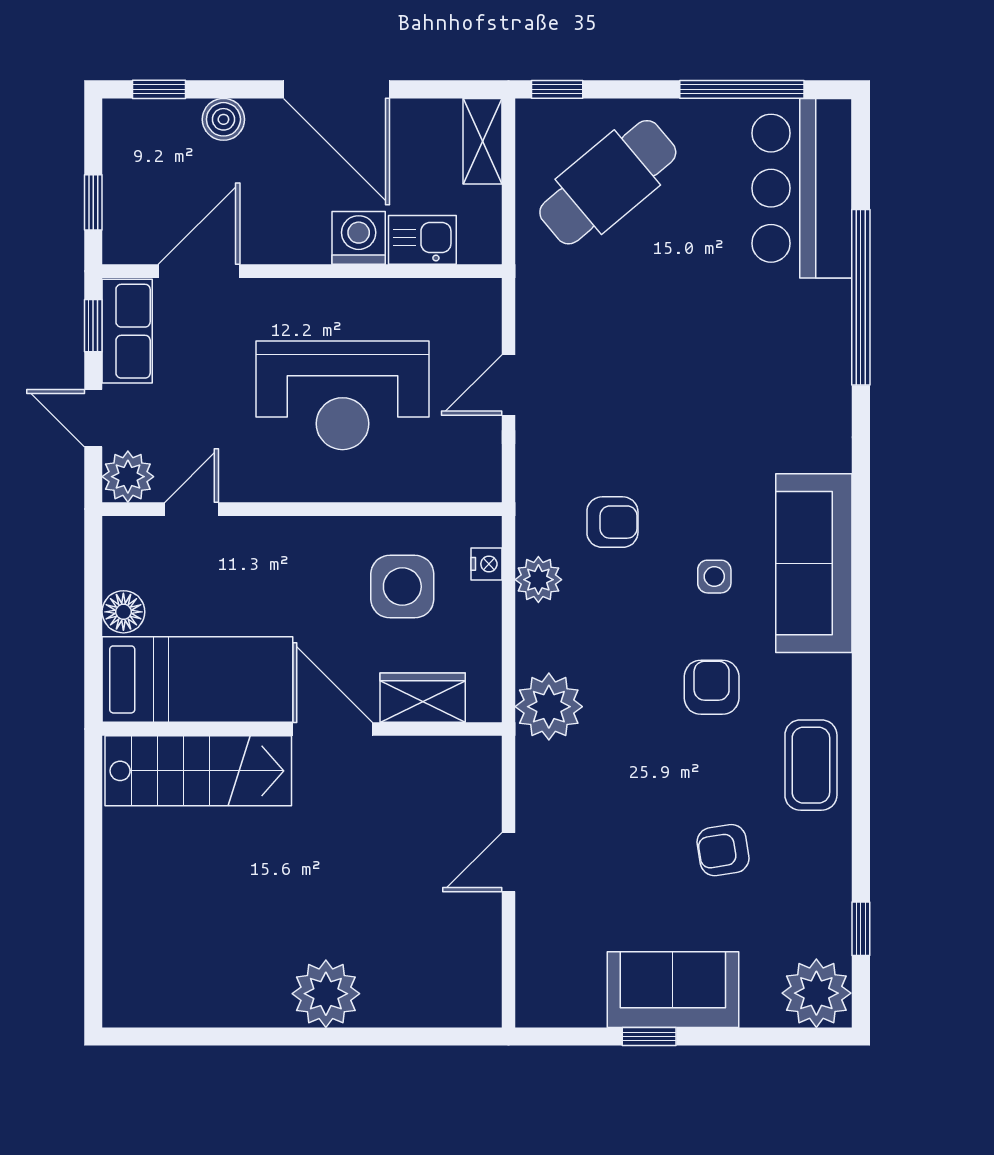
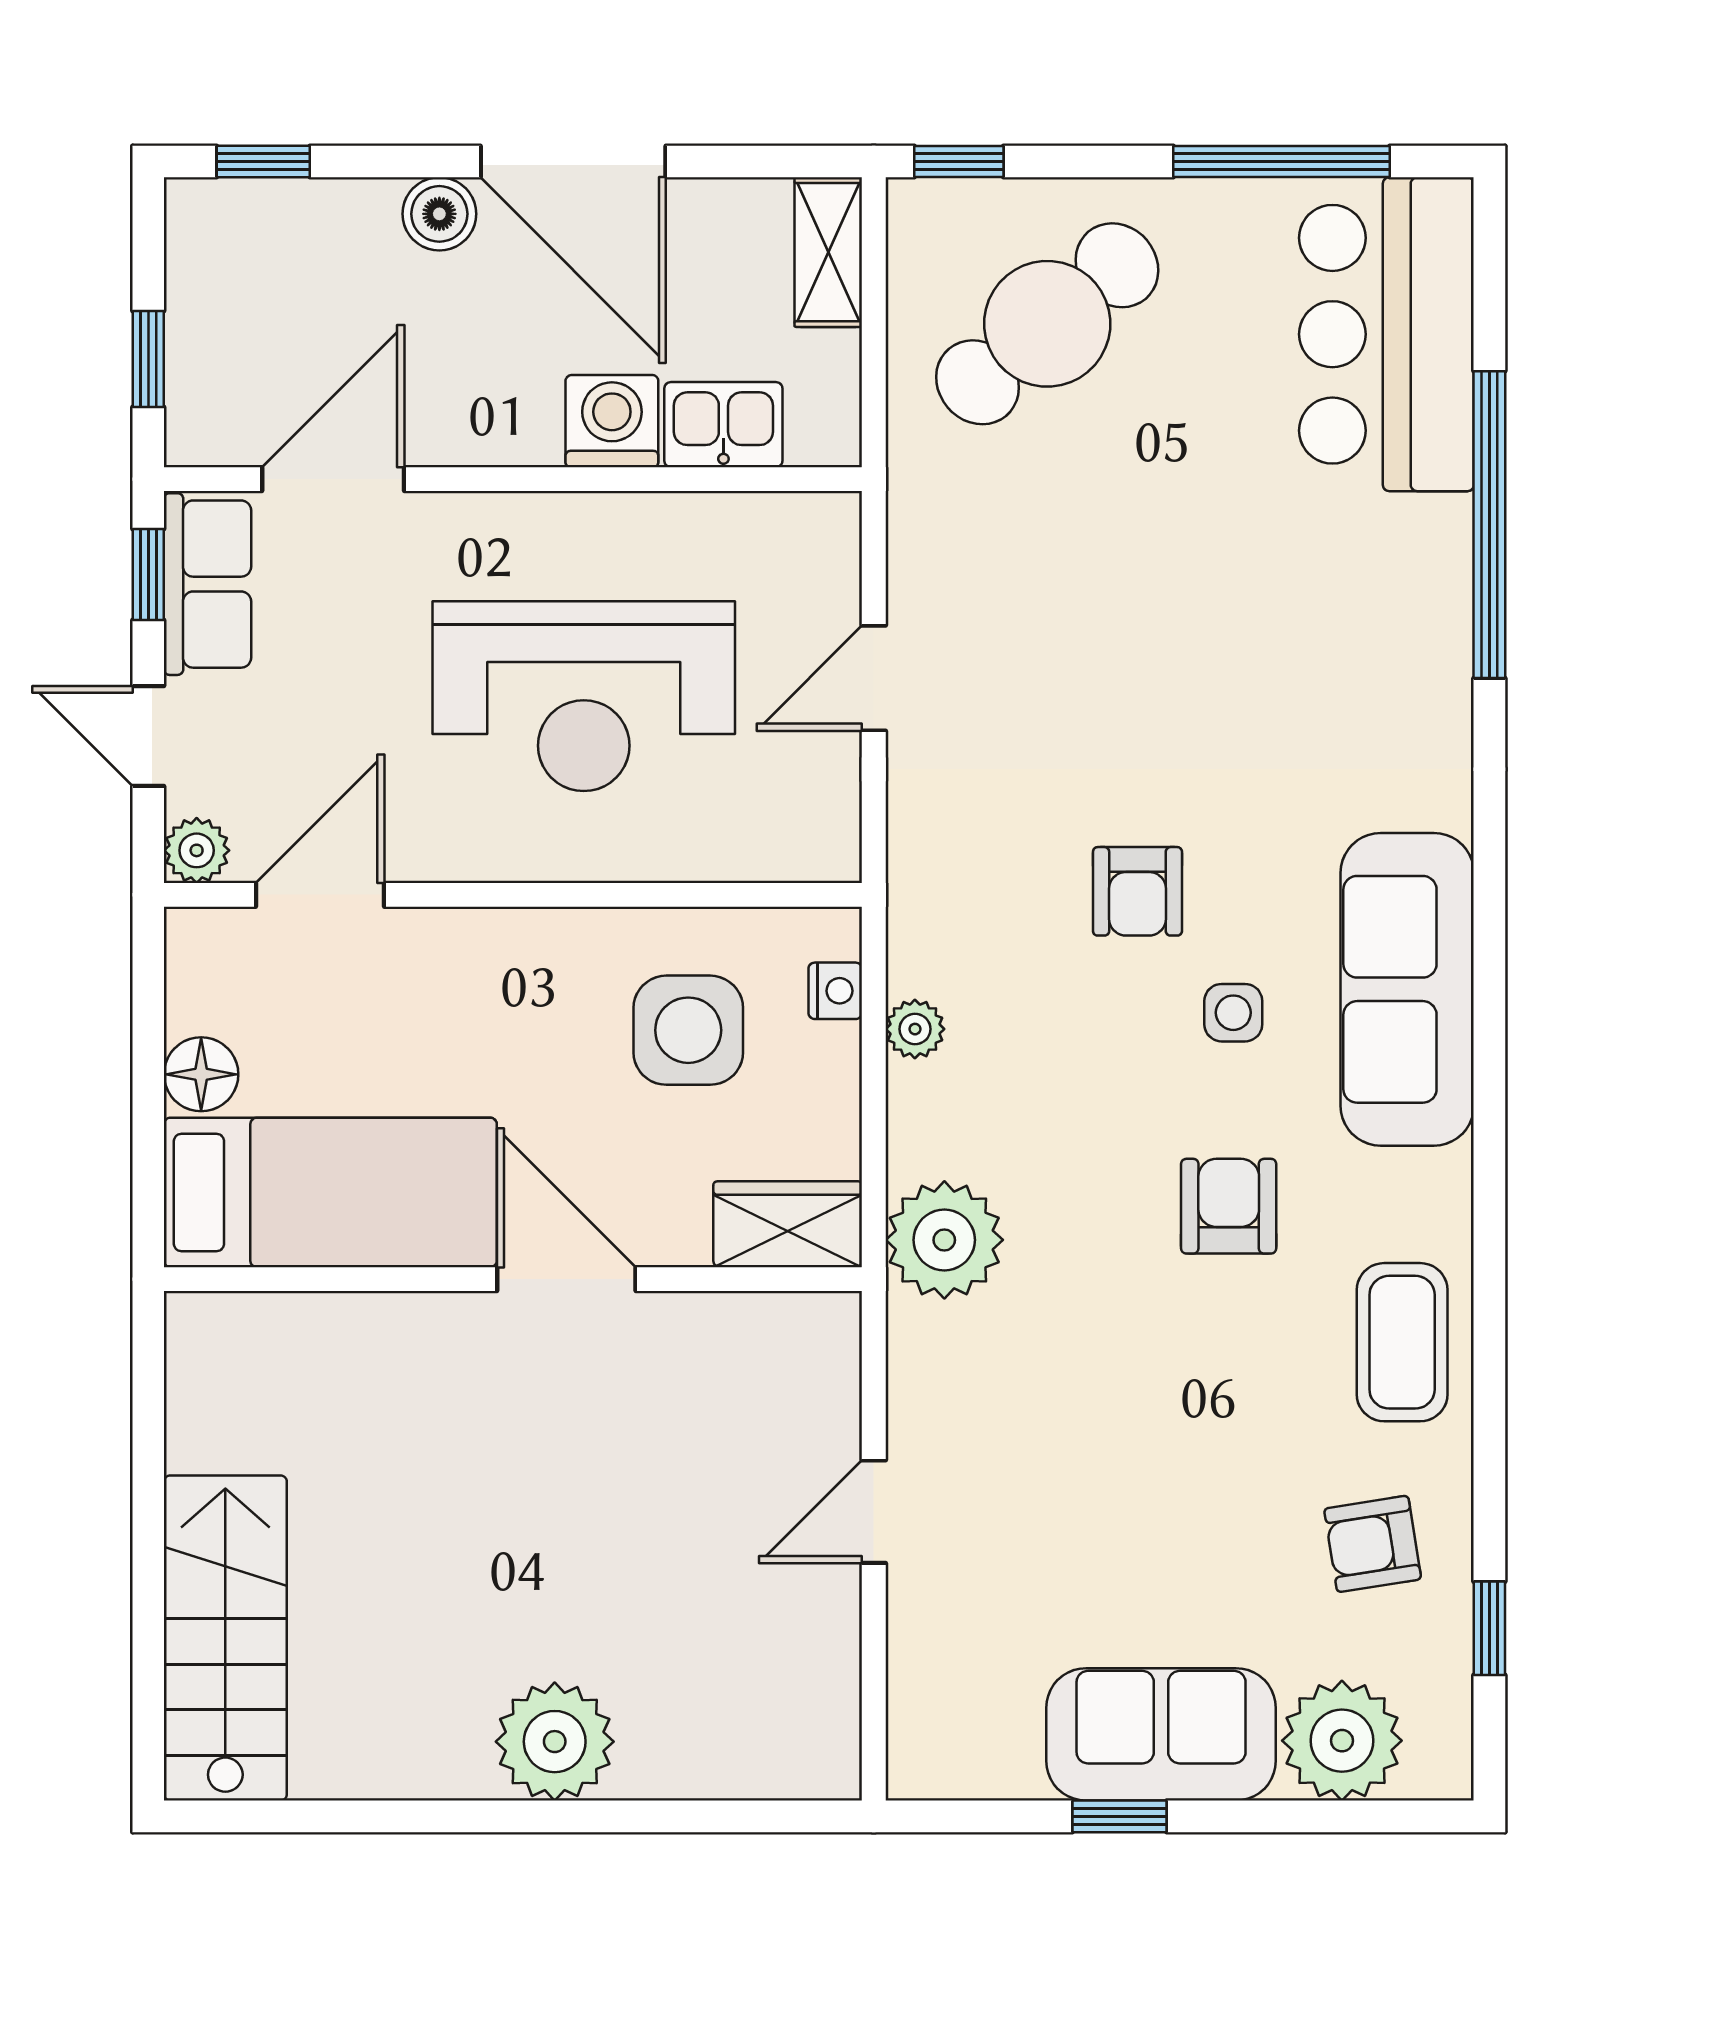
boiler: (223, 119) -> (439, 214), moved
plant: (128, 477) -> (197, 850), width x0.73, depth x0.73
door: (192, 509) -> (320, 895), width x1.38
armchair: (612, 522) -> (1137, 891), moved, turned 90
plant: (538, 580) -> (915, 1029), width x0.73, depth x0.73
wardrobe: (423, 698) -> (788, 1224), moved
stairs: (198, 771) -> (225, 1638), moved, turned -90
armchair: (723, 850) -> (1373, 1544), moved
plant: (816, 993) -> (1342, 1741), moved

